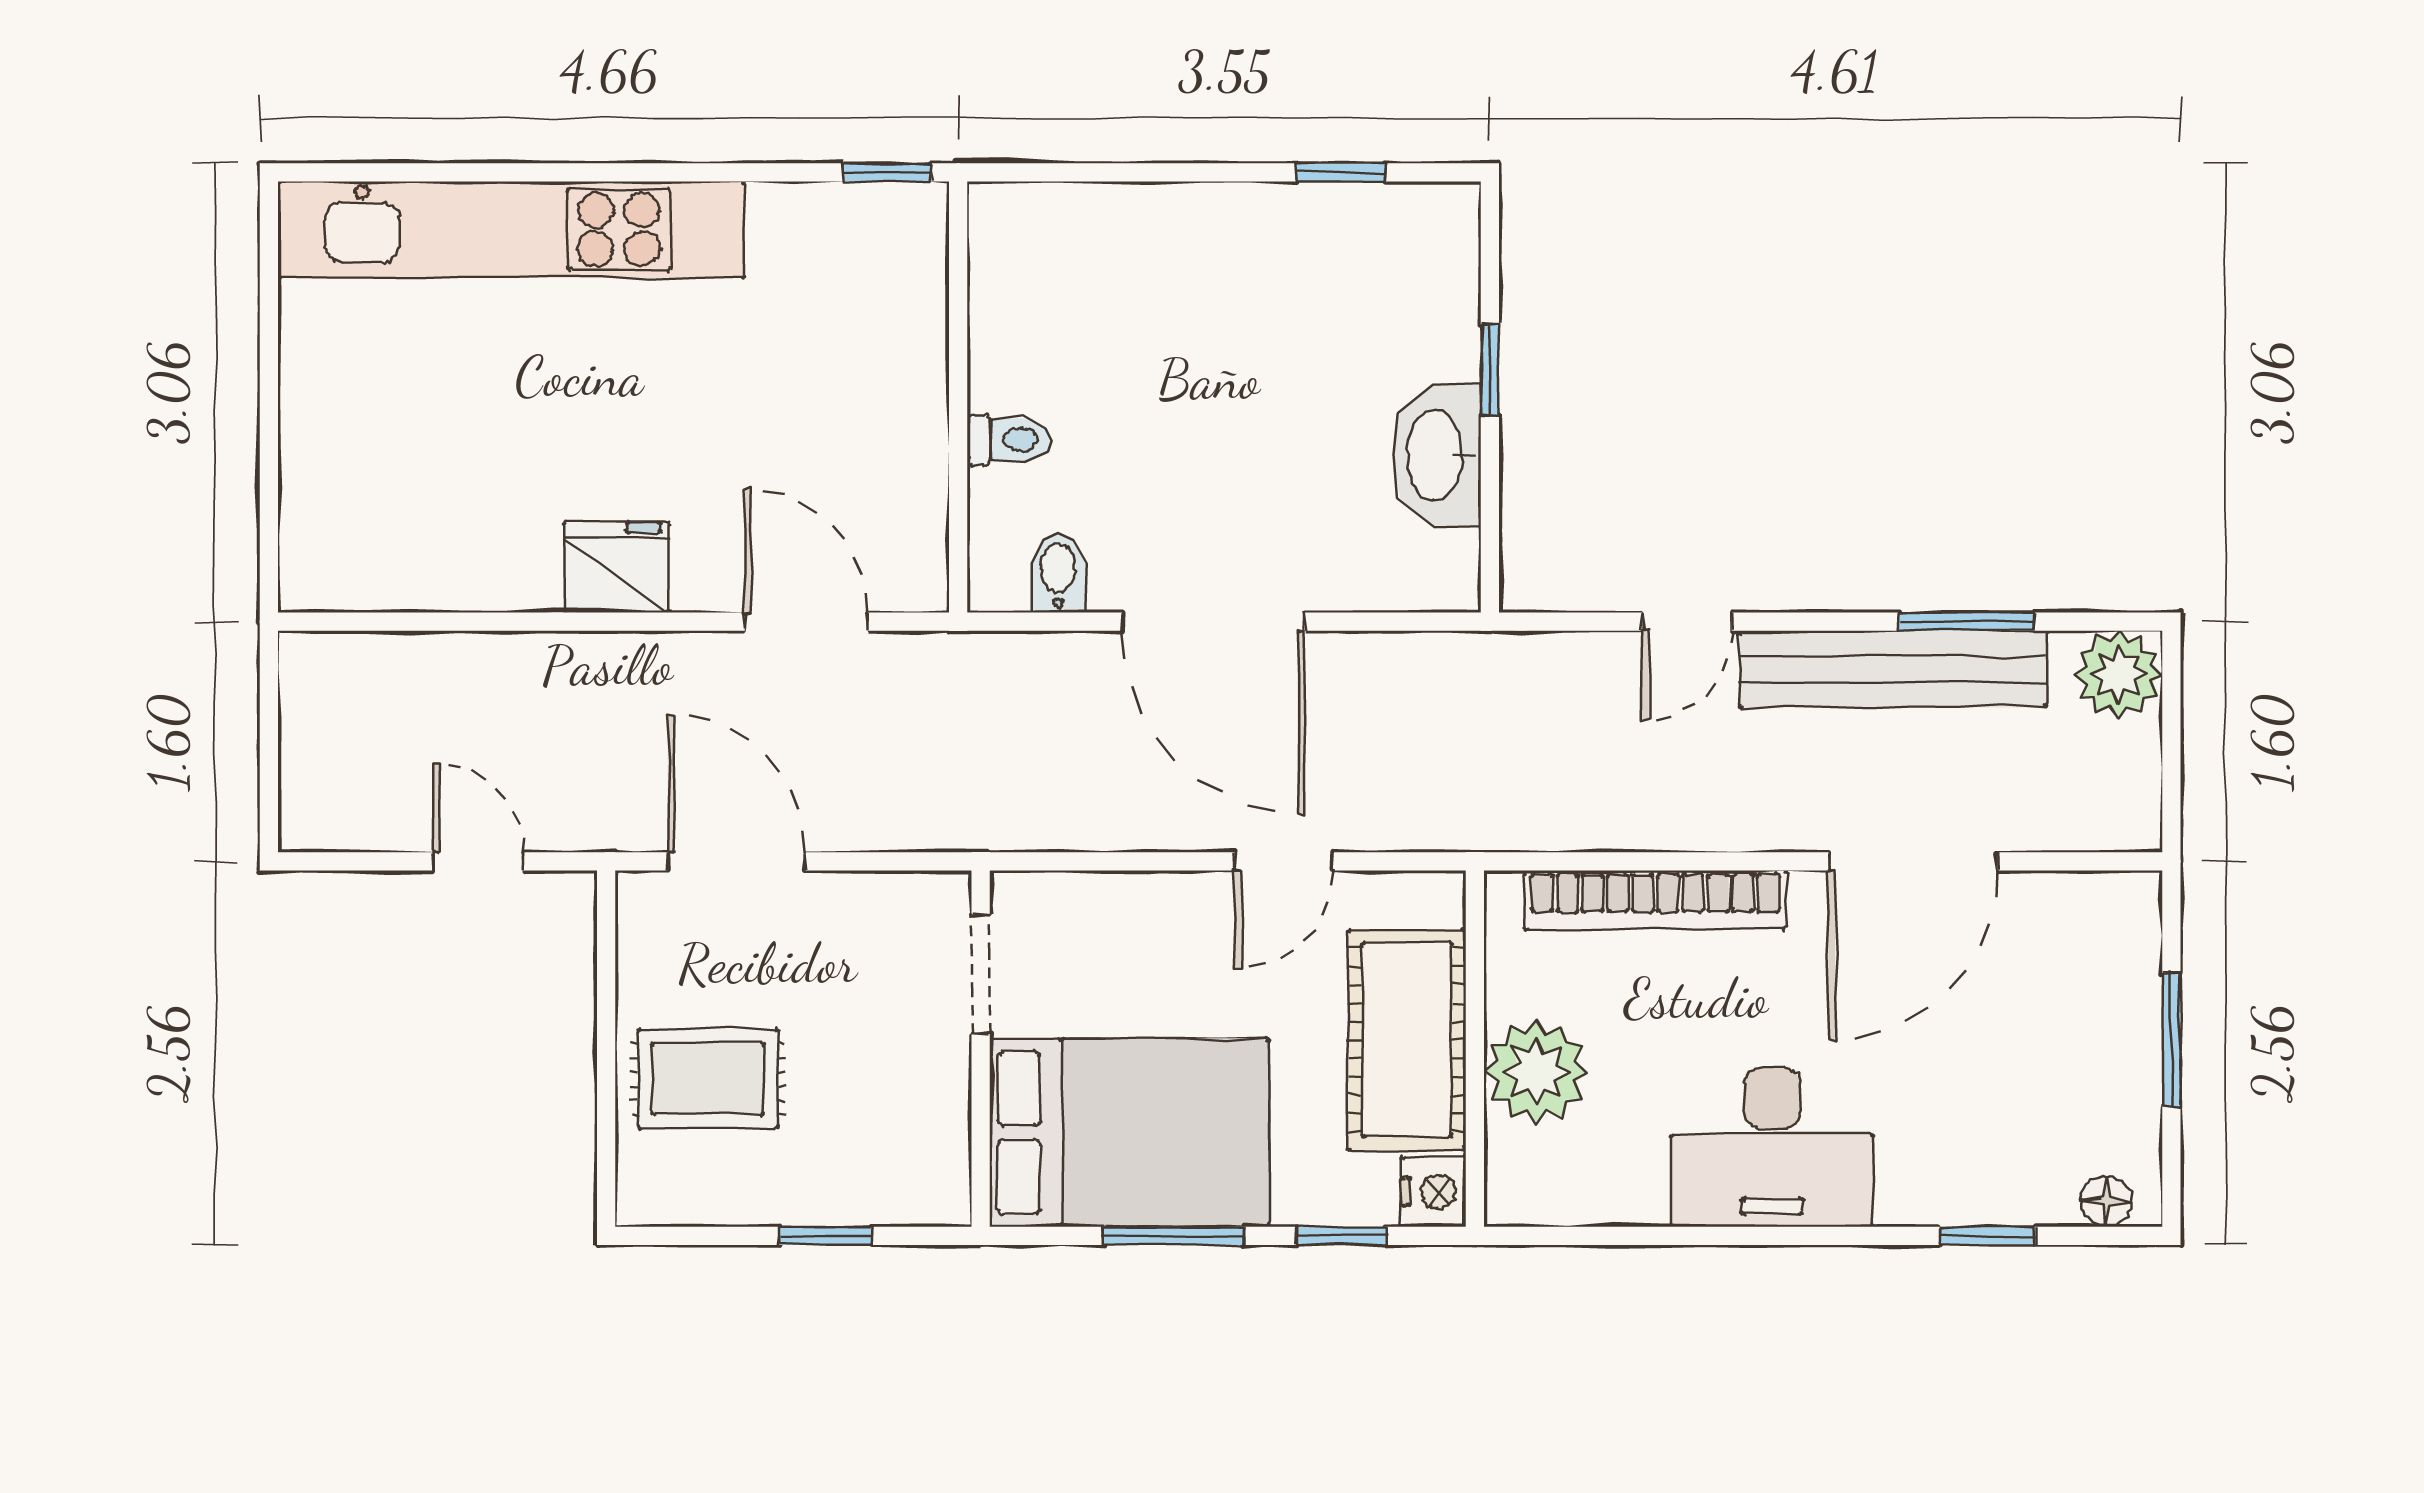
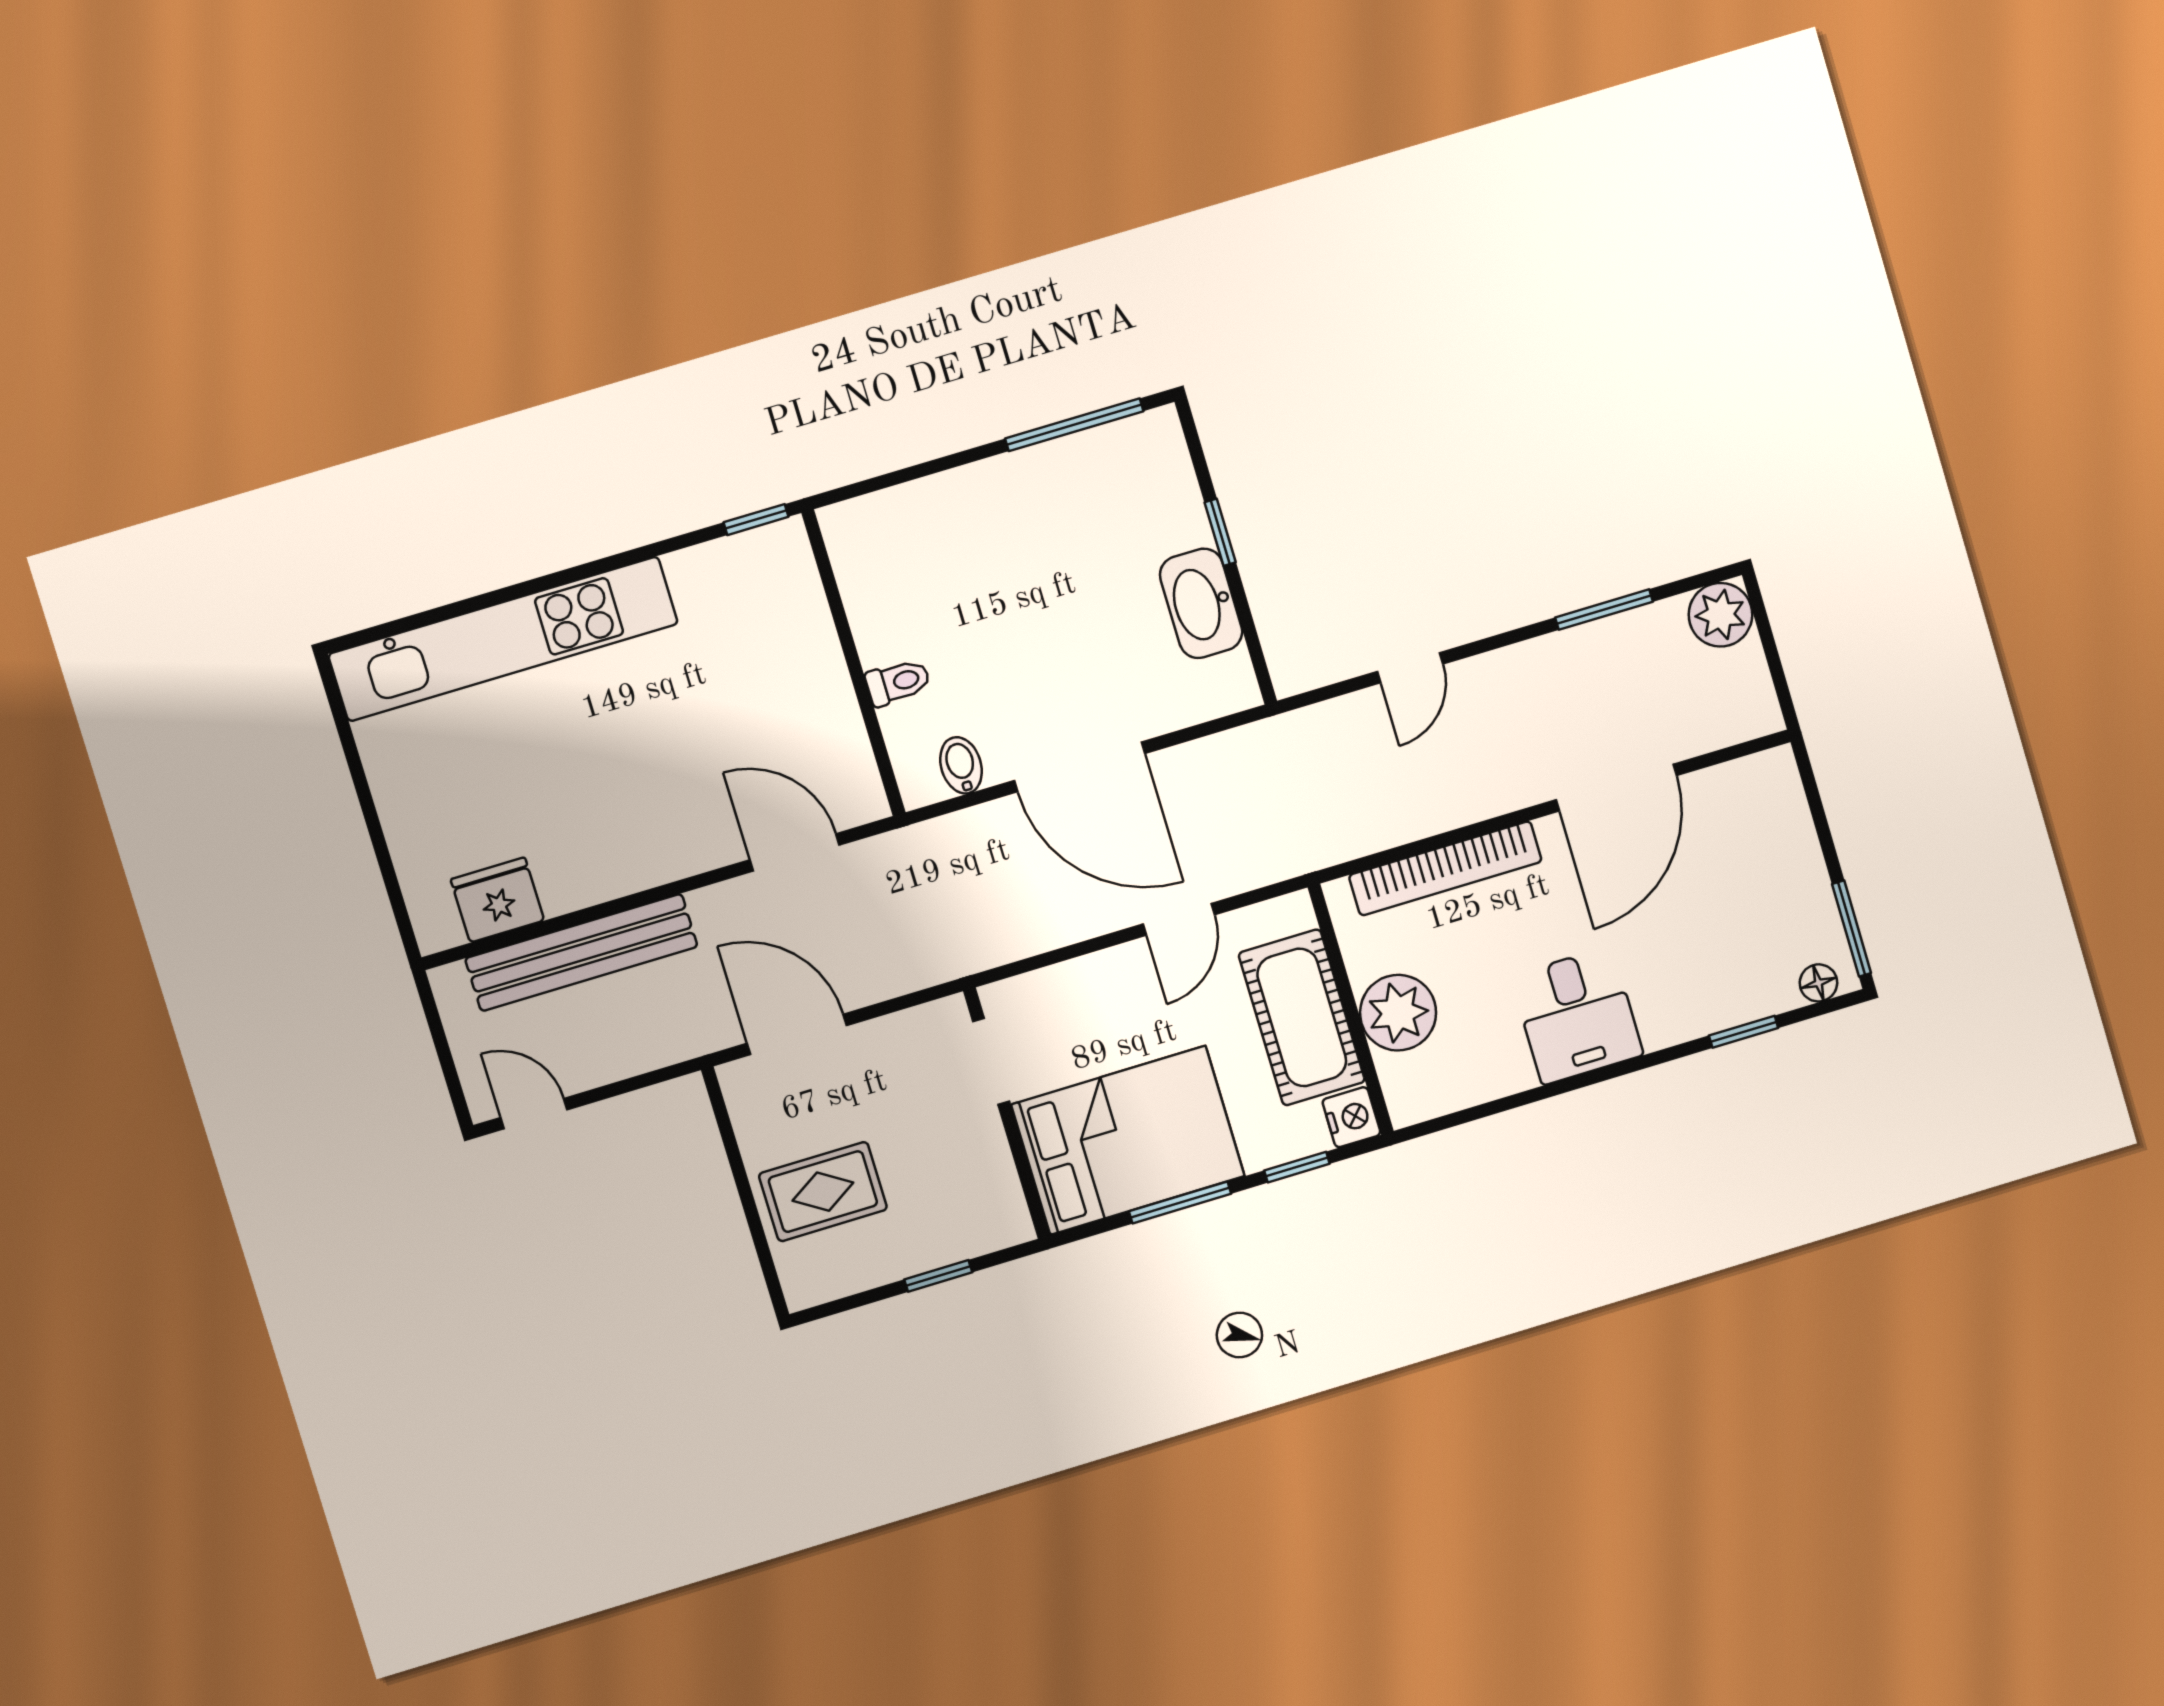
window: (1340, 172) -> (1074, 425), width x2.17
fridge: (616, 567) -> (497, 900), moved
bench: (1893, 669) -> (581, 952), moved
door: (478, 861) -> (534, 1114), moved
window: (2171, 1040) -> (1852, 928), moved
desk: (1772, 1147) -> (1577, 1016), width x0.73

